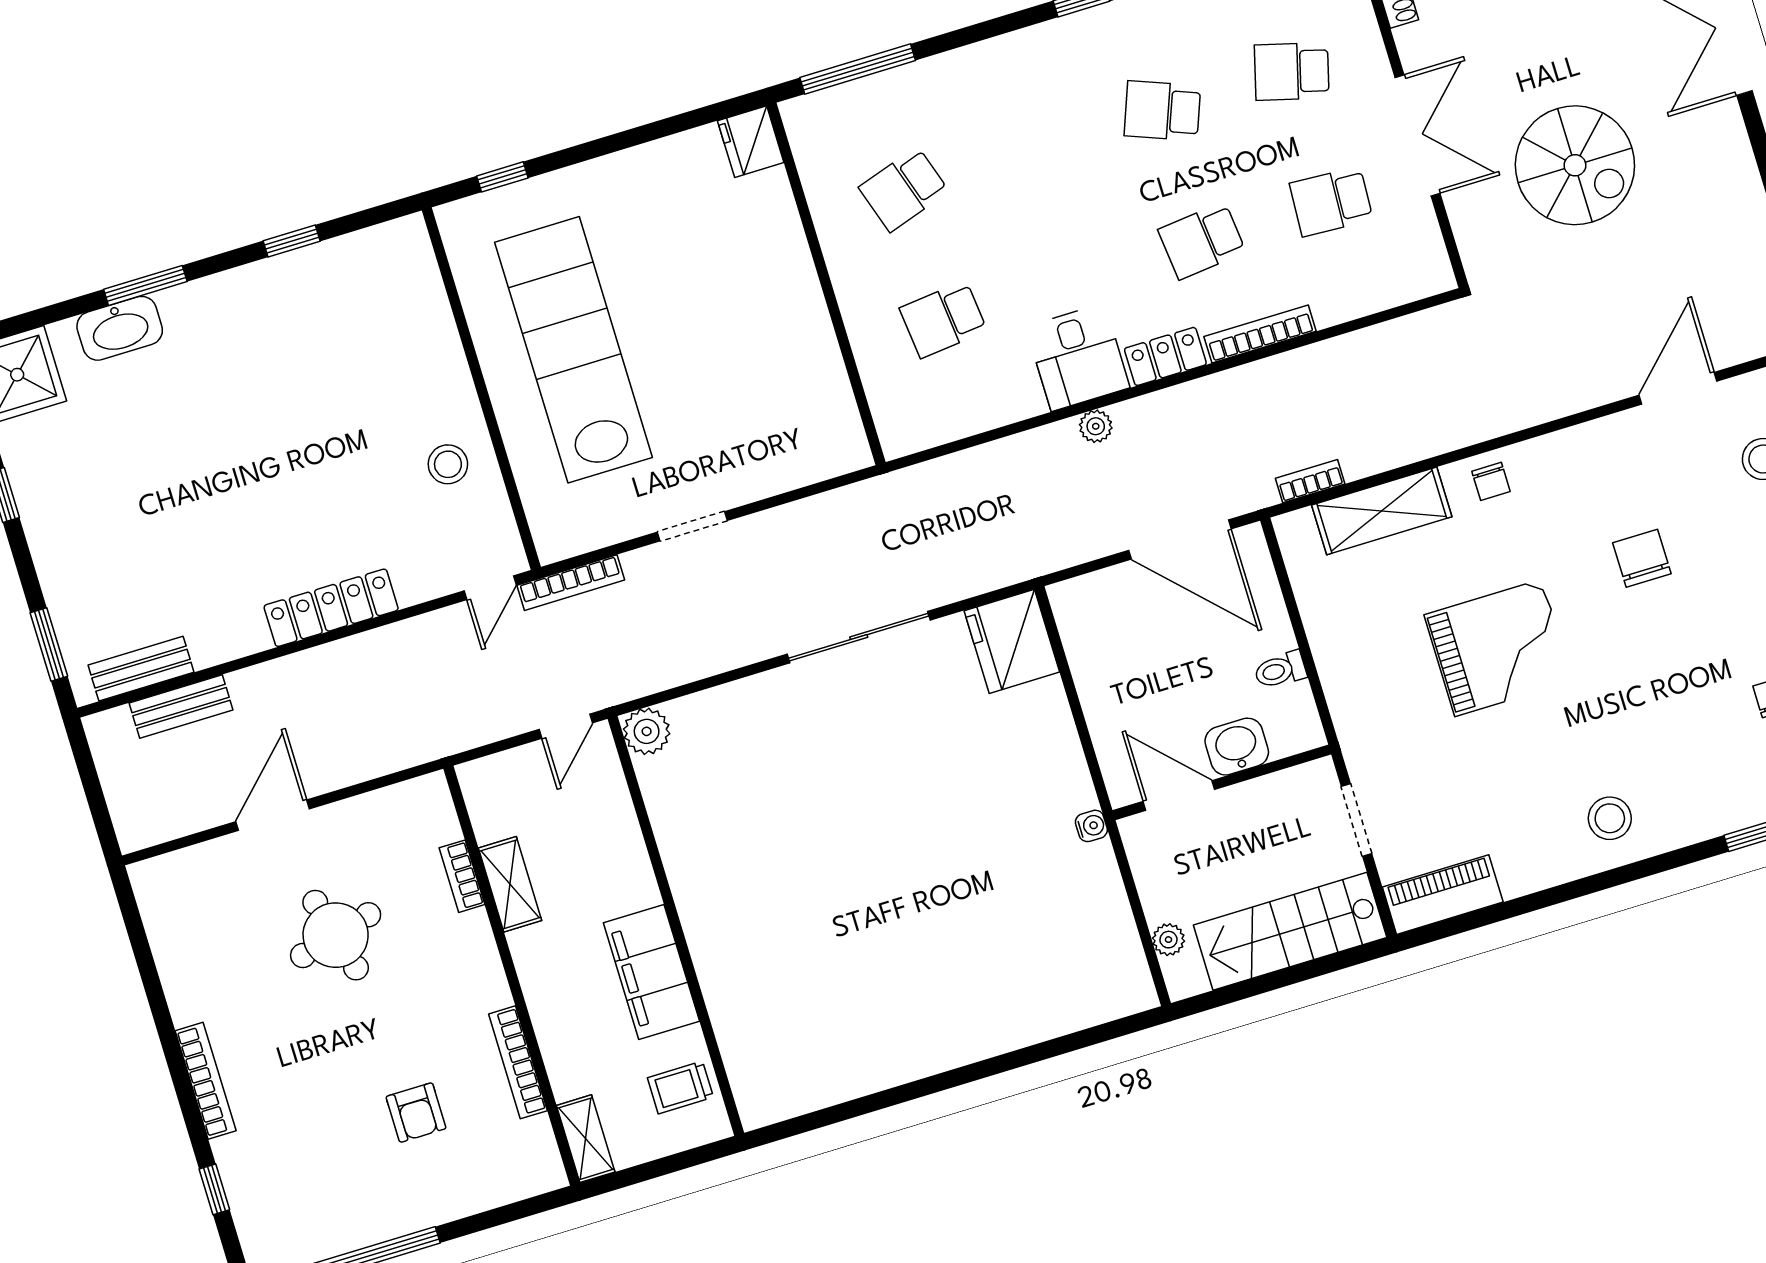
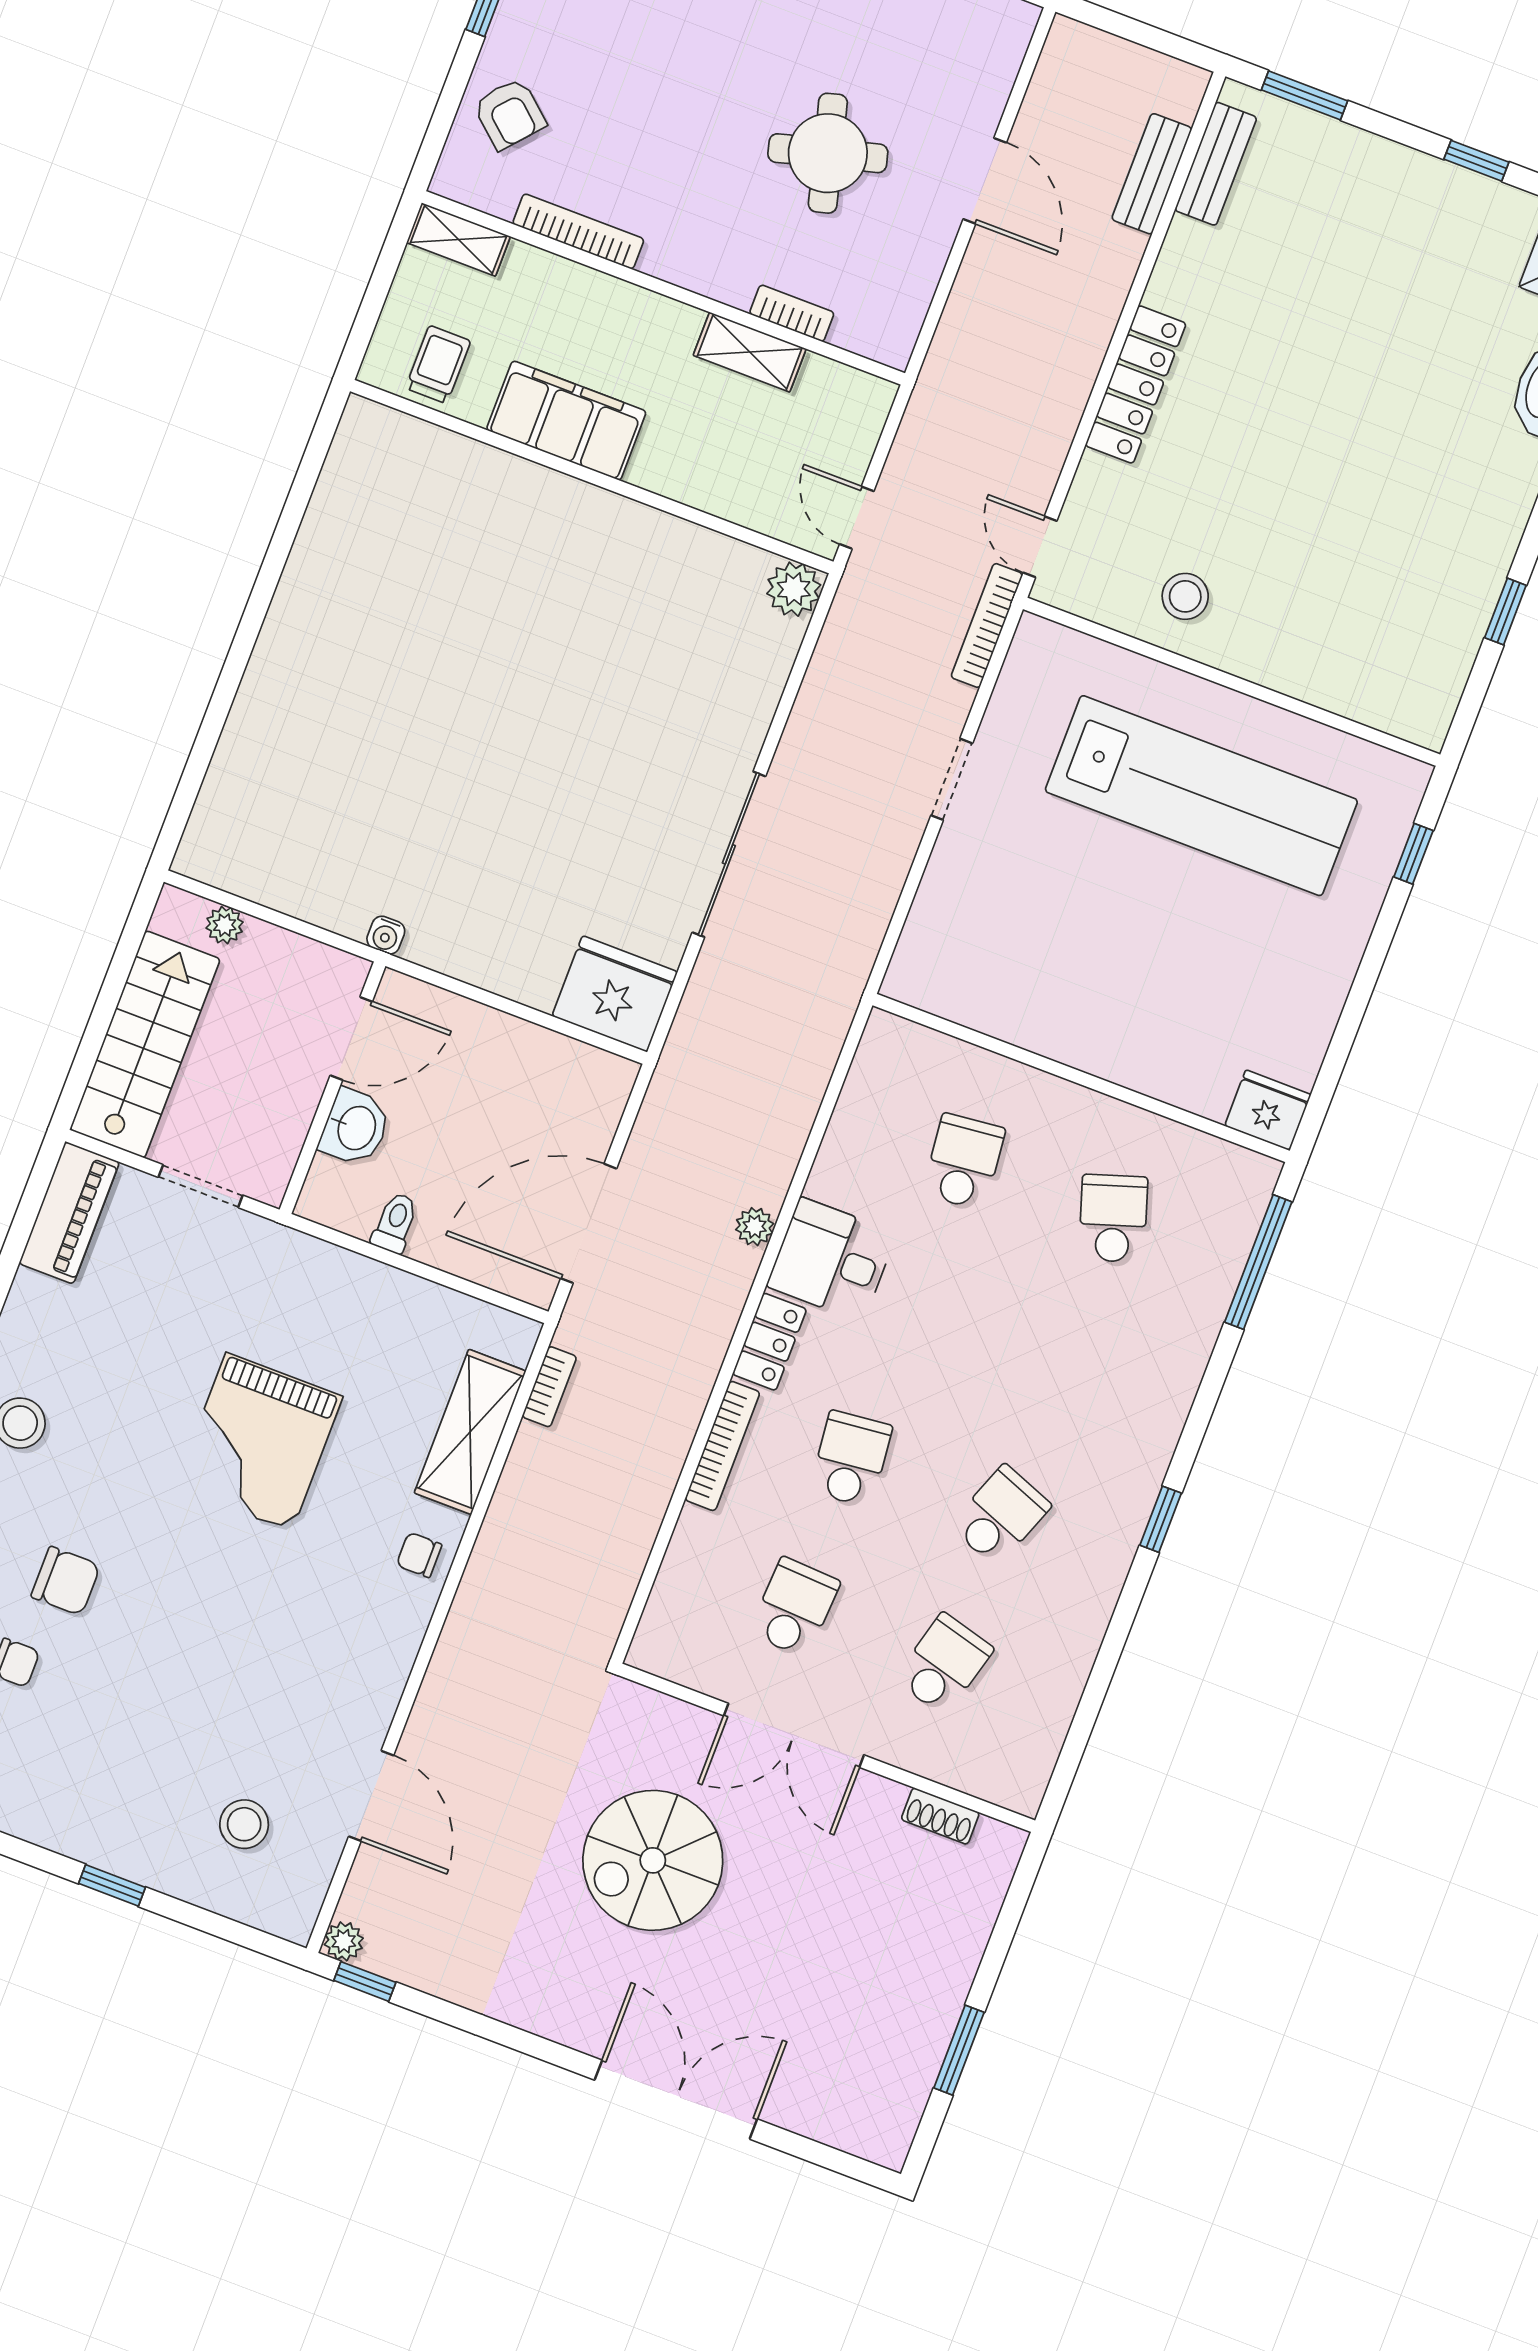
chair: (1642, 558) -> (66, 1581), moved
armchair: (416, 1113) -> (510, 114), moved, turned -139

